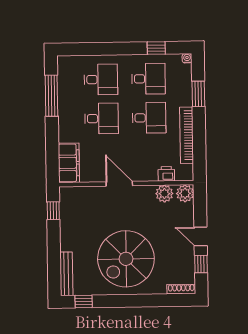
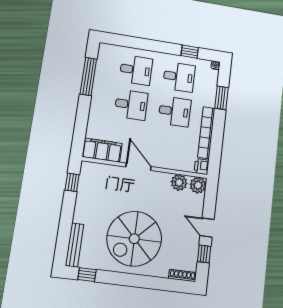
filing cabinet: (69, 163) -> (102, 150), moved, turned -90
printer: (166, 174) -> (202, 167), moved, turned -90

